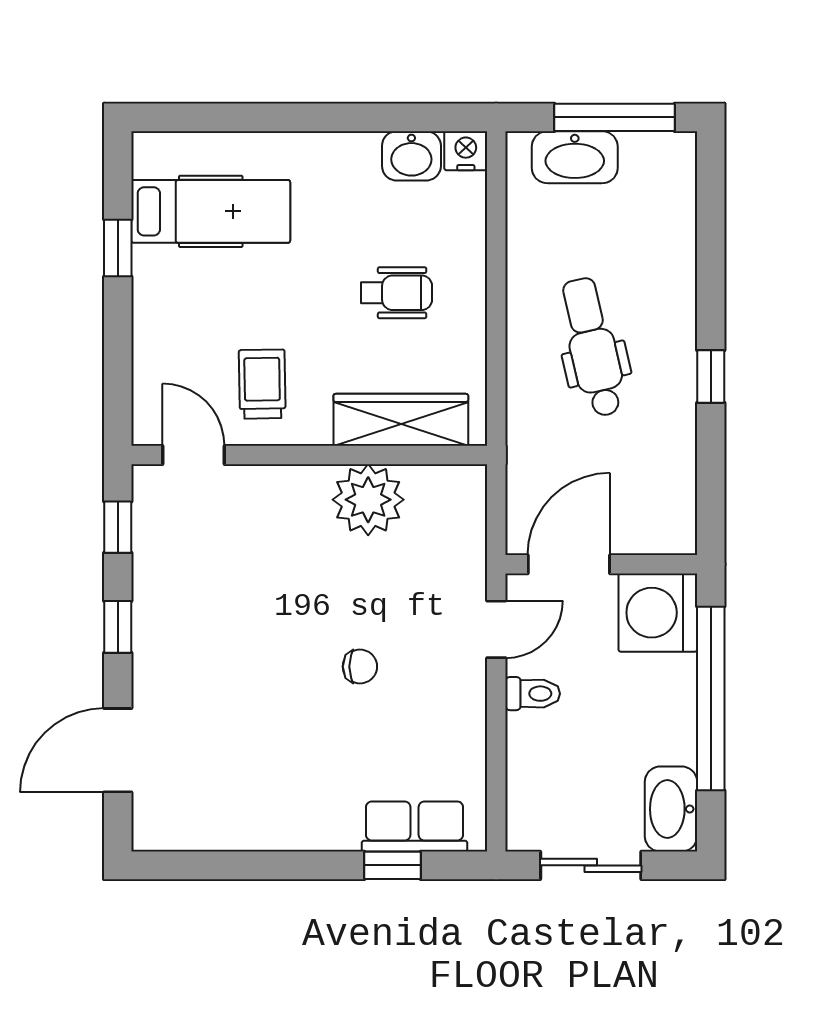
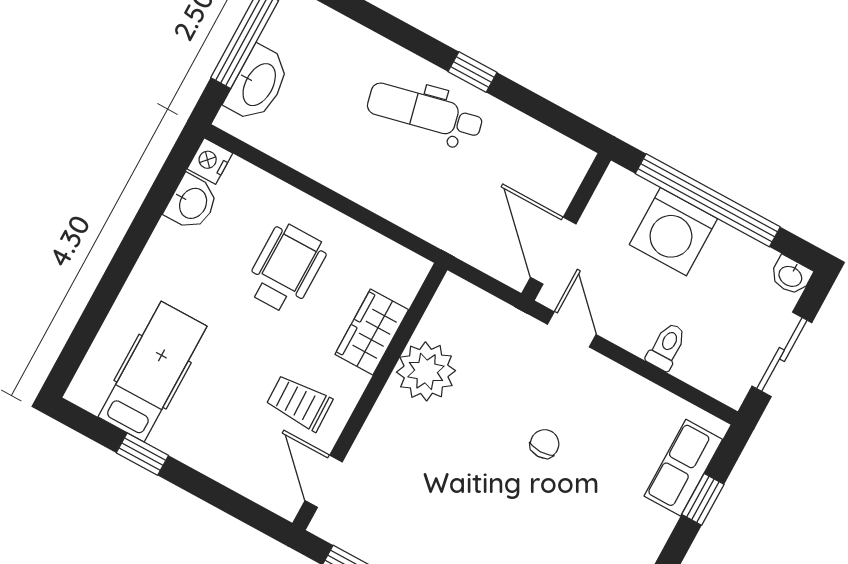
wheelchair: (396, 293) -> (286, 268), width x1.36, depth x1.37
dental chair: (593, 347) -> (425, 112), moved
wardrobe: (401, 420) -> (372, 332), width x0.67
door: (193, 455) -> (324, 481), hinge flipped
washing machine: (658, 613) -> (673, 232), moved
toilet: (533, 694) -> (667, 347), moved
washbasin: (671, 809) -> (791, 276), width x0.52, depth x0.69

